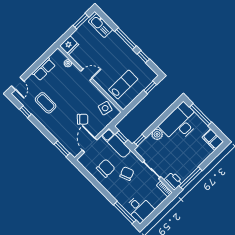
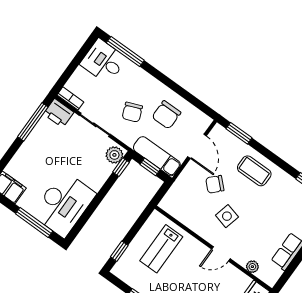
coffee table: (46, 103) -> (254, 171), moved
side table: (105, 108) -> (227, 216), moved
plant: (157, 134) -> (114, 155), moved

